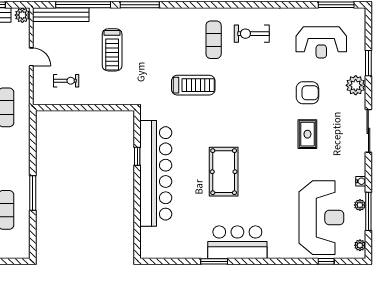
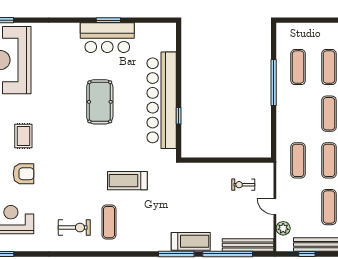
plant: (22, 15) -> (283, 228), moved
treadmill: (112, 50) -> (191, 241), moved, turned 90
armchair: (307, 93) -> (23, 174), turned 180
window: (33, 193) -> (274, 82), width x1.46
bar counter: (237, 242) -> (107, 38), moved

